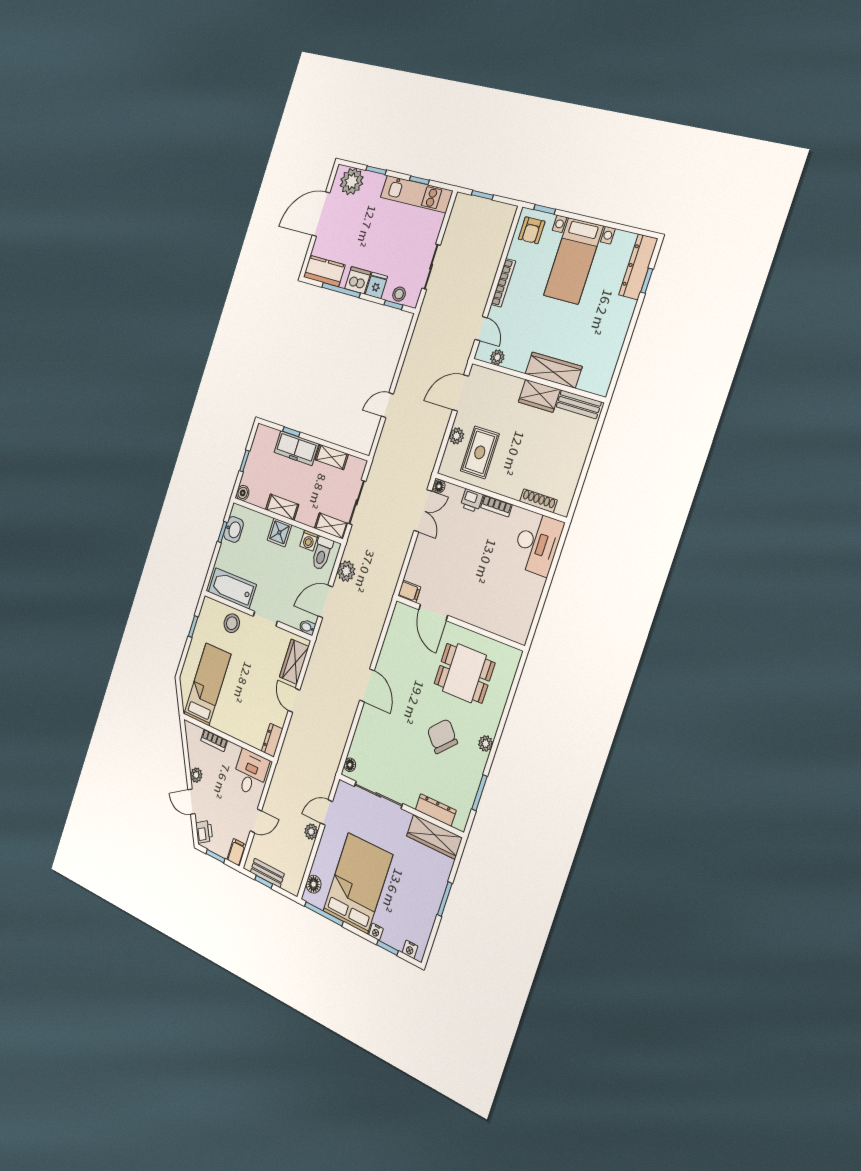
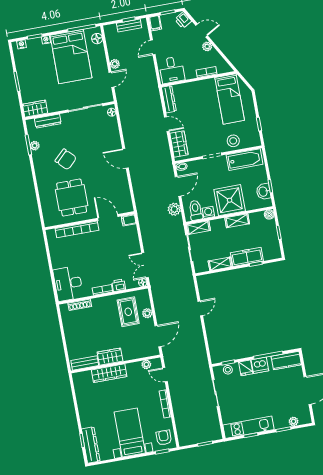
plant: (352, 181) -> (293, 421), width x0.53, depth x0.53
shower: (279, 532) -> (230, 200), width x1.86, depth x1.86
bookcase: (482, 620) -> (77, 229), added
dining table: (464, 673) -> (72, 198), turned 90
dresser: (272, 740) -> (169, 99), width x1.44
plant: (486, 743) -> (35, 146), moved
wardrobe: (434, 837) -> (35, 109), width x0.67

